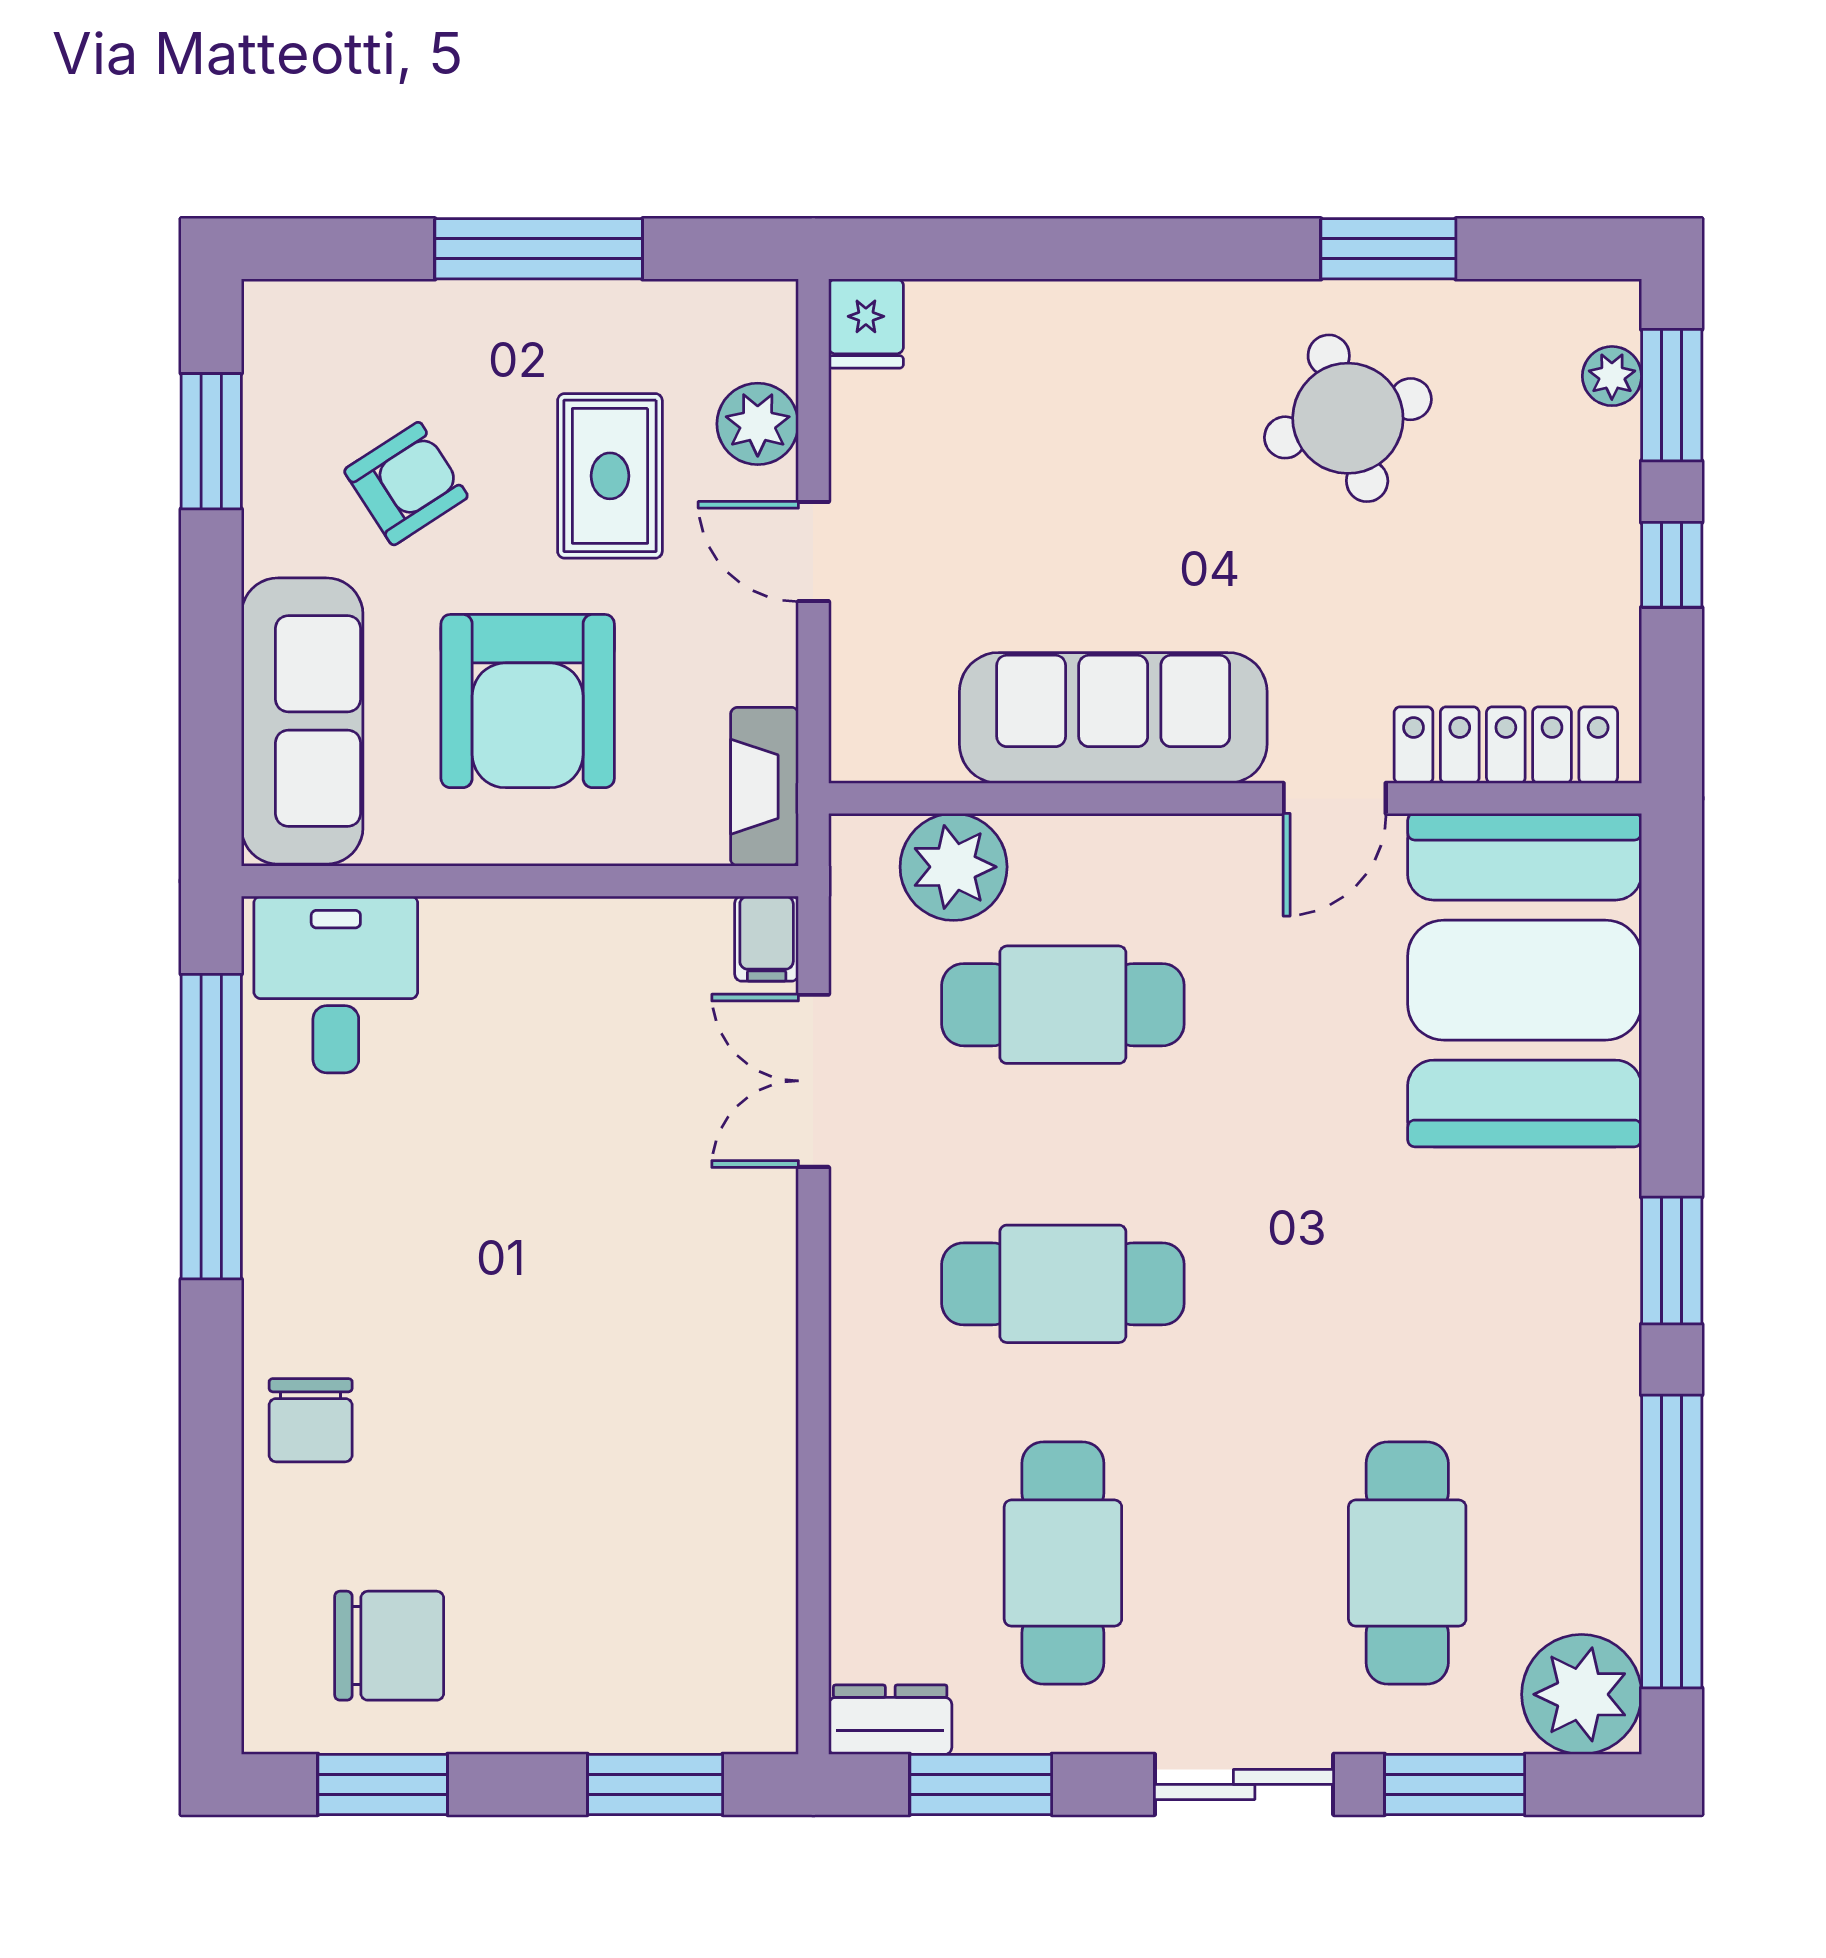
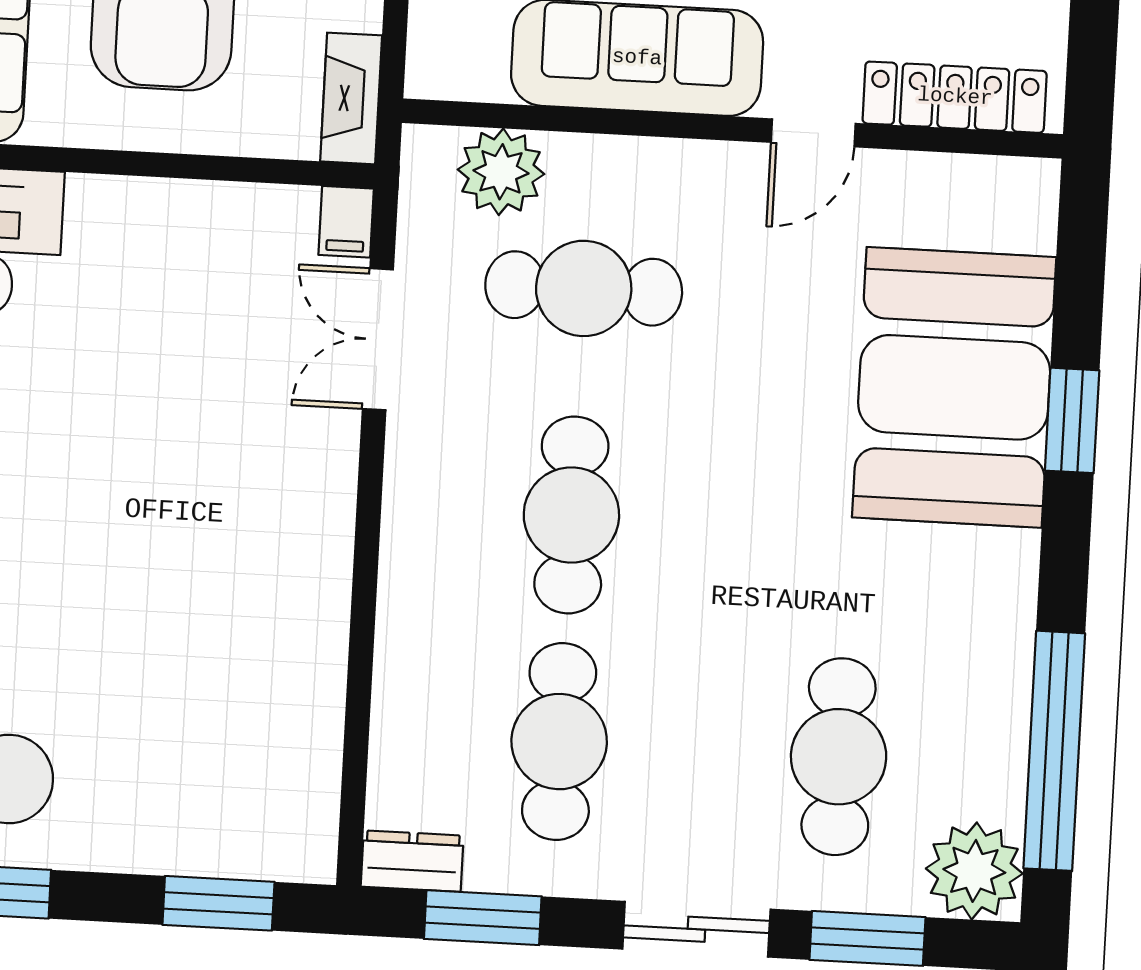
booth: (1525, 980) -> (954, 387), moved
window: (1672, 1261) -> (1072, 420), moved
cafe table: (1063, 1284) -> (571, 515), turned 90

